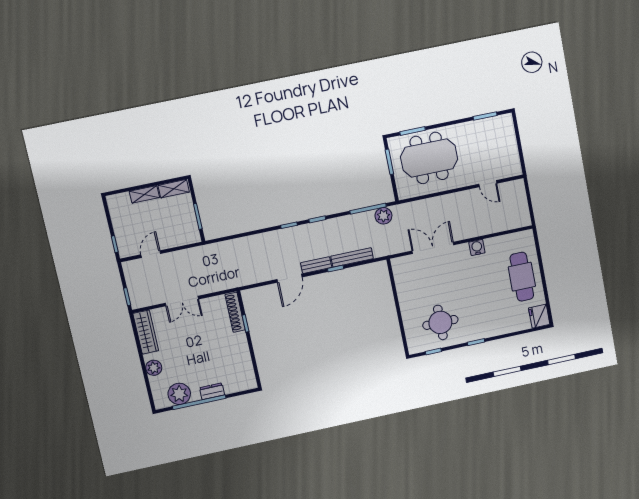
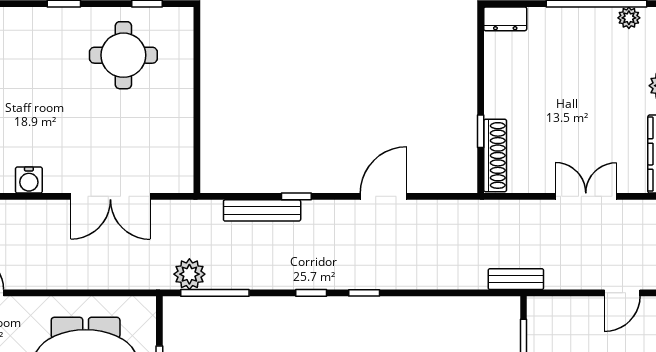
bench: (316, 265) -> (516, 279), moved
dresser: (212, 391) -> (505, 19), moved
plant: (179, 394) -> (629, 18), width x0.53, depth x0.53

